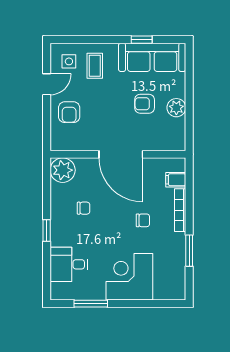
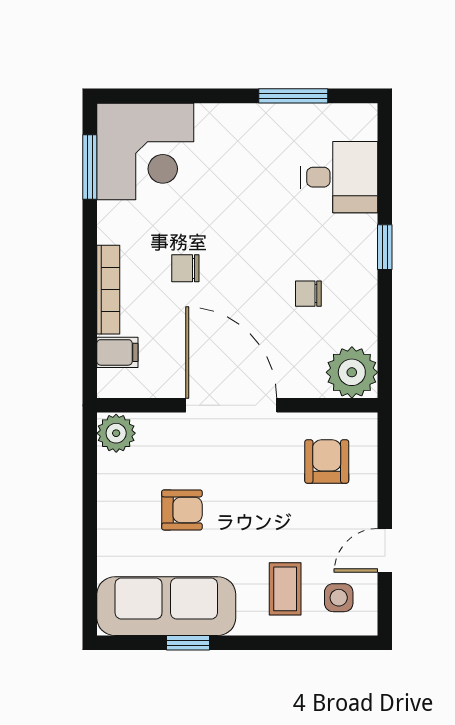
plant: (176, 108) -> (116, 433), moved
armchair: (69, 112) -> (327, 461), moved
window: (189, 251) -> (90, 167), moved
corner desk: (129, 277) -> (145, 151), moved

